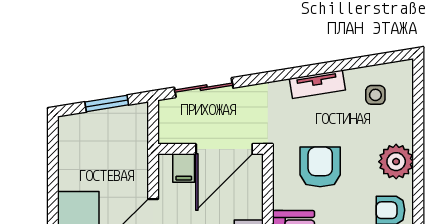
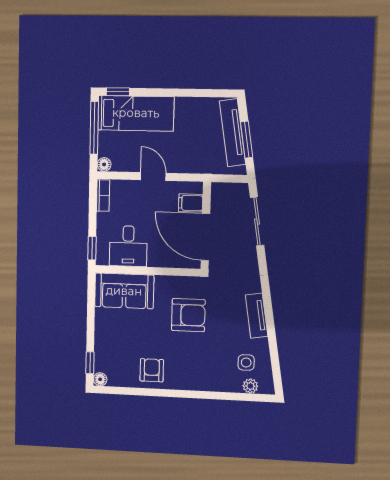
tv unit: (99, 120) -> (233, 133), added
plant: (396, 162) -> (250, 386), moved, width x0.53, depth x0.53

